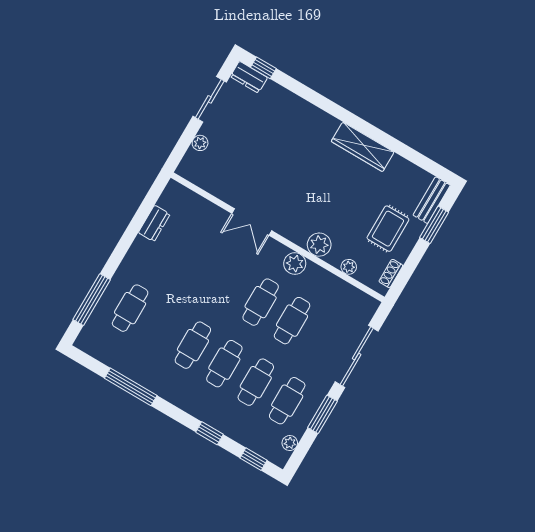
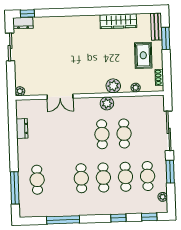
plant: (200, 143) -> (20, 91), moved
wardrobe: (363, 147) -> (118, 21), moved
double door: (252, 222) -> (60, 97), moved

